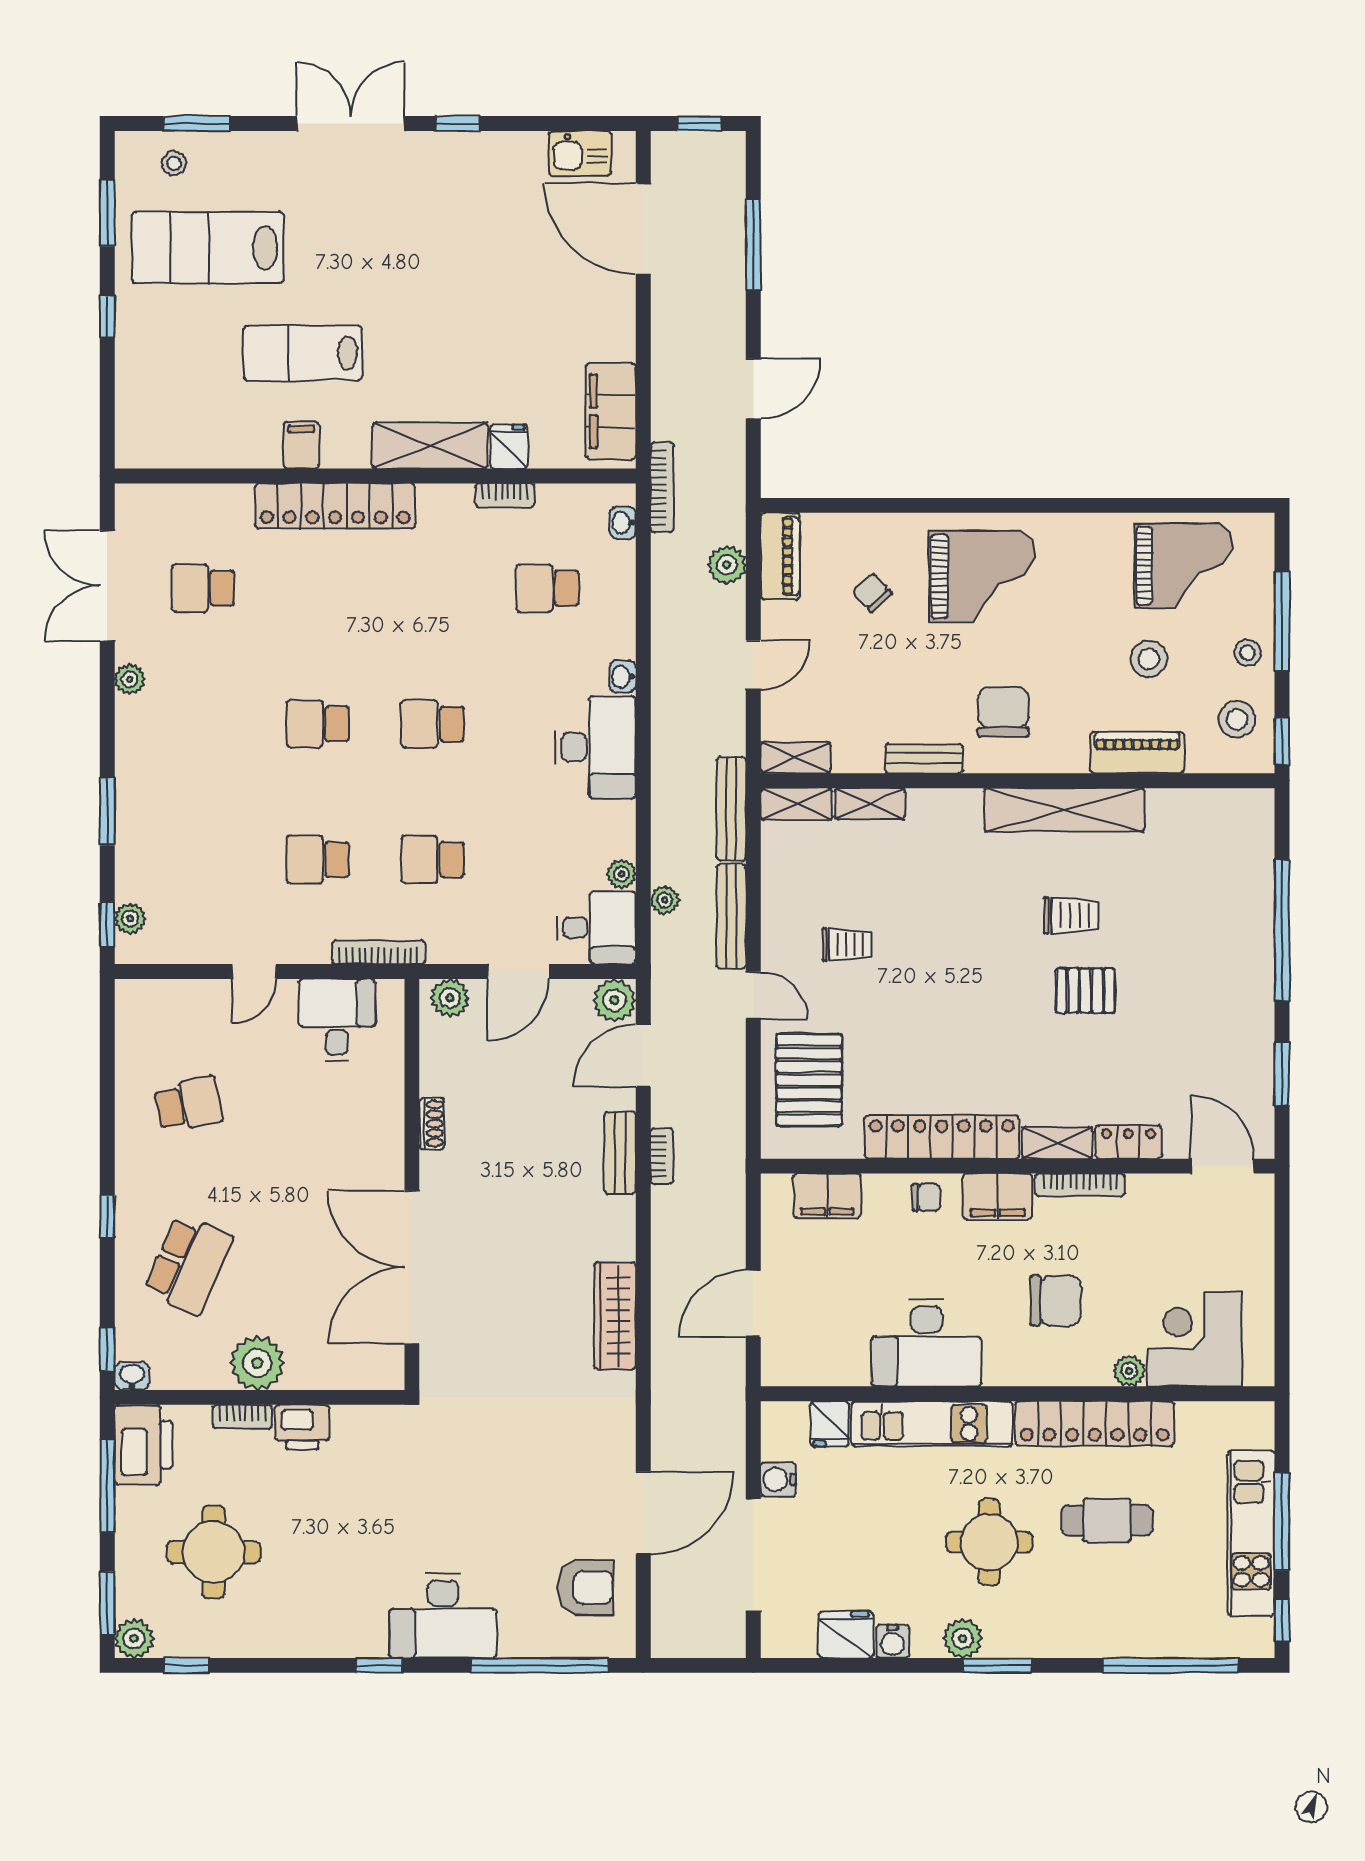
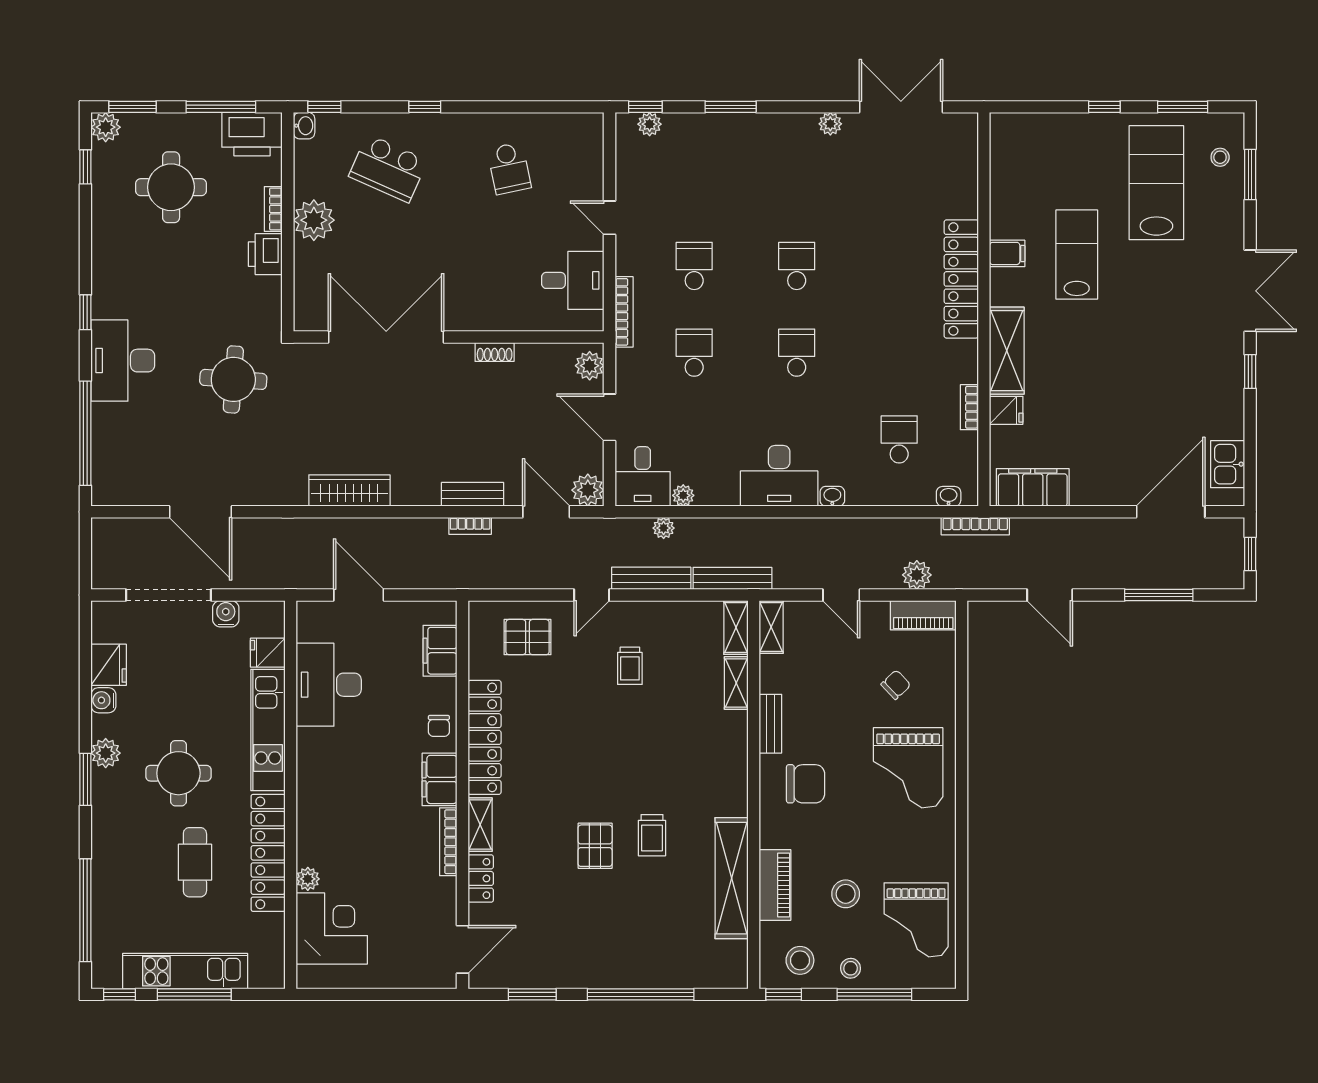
school desk: (203, 588) -> (899, 179), removed
shelving: (1064, 810) -> (732, 878), moved
pallet: (809, 1080) -> (528, 637), width x0.67, depth x0.71
chair: (1056, 1301) -> (361, 823), removed
desk: (926, 1343) -> (329, 685), moved
round table: (468, 1470) -> (233, 379), added
armchair: (586, 1587) -> (144, 468), removed

